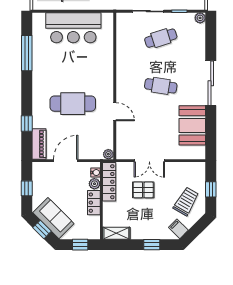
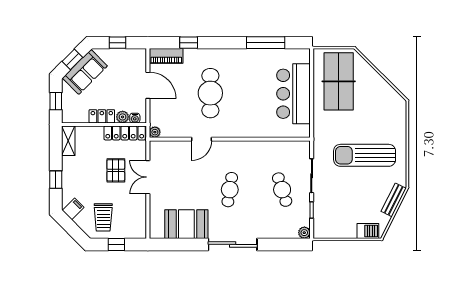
trolley: (186, 201) -> (103, 217), turned 60

